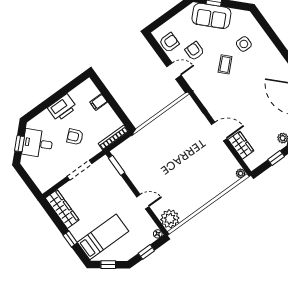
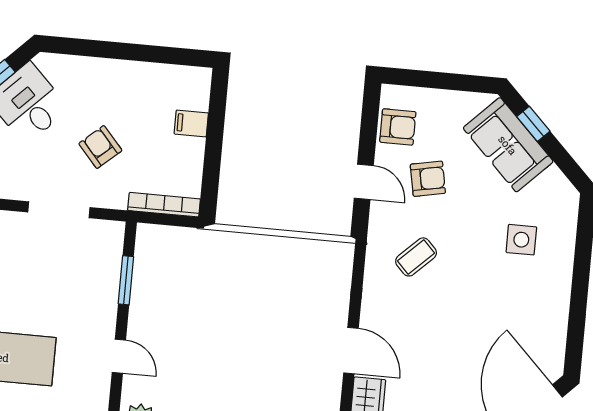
armchair: (194, 51) -> (428, 179), turned 79
coffee table: (225, 64) -> (416, 257), moved
printer: (62, 108) -> (122, 79), removed
window: (117, 165) -> (126, 280), moved

